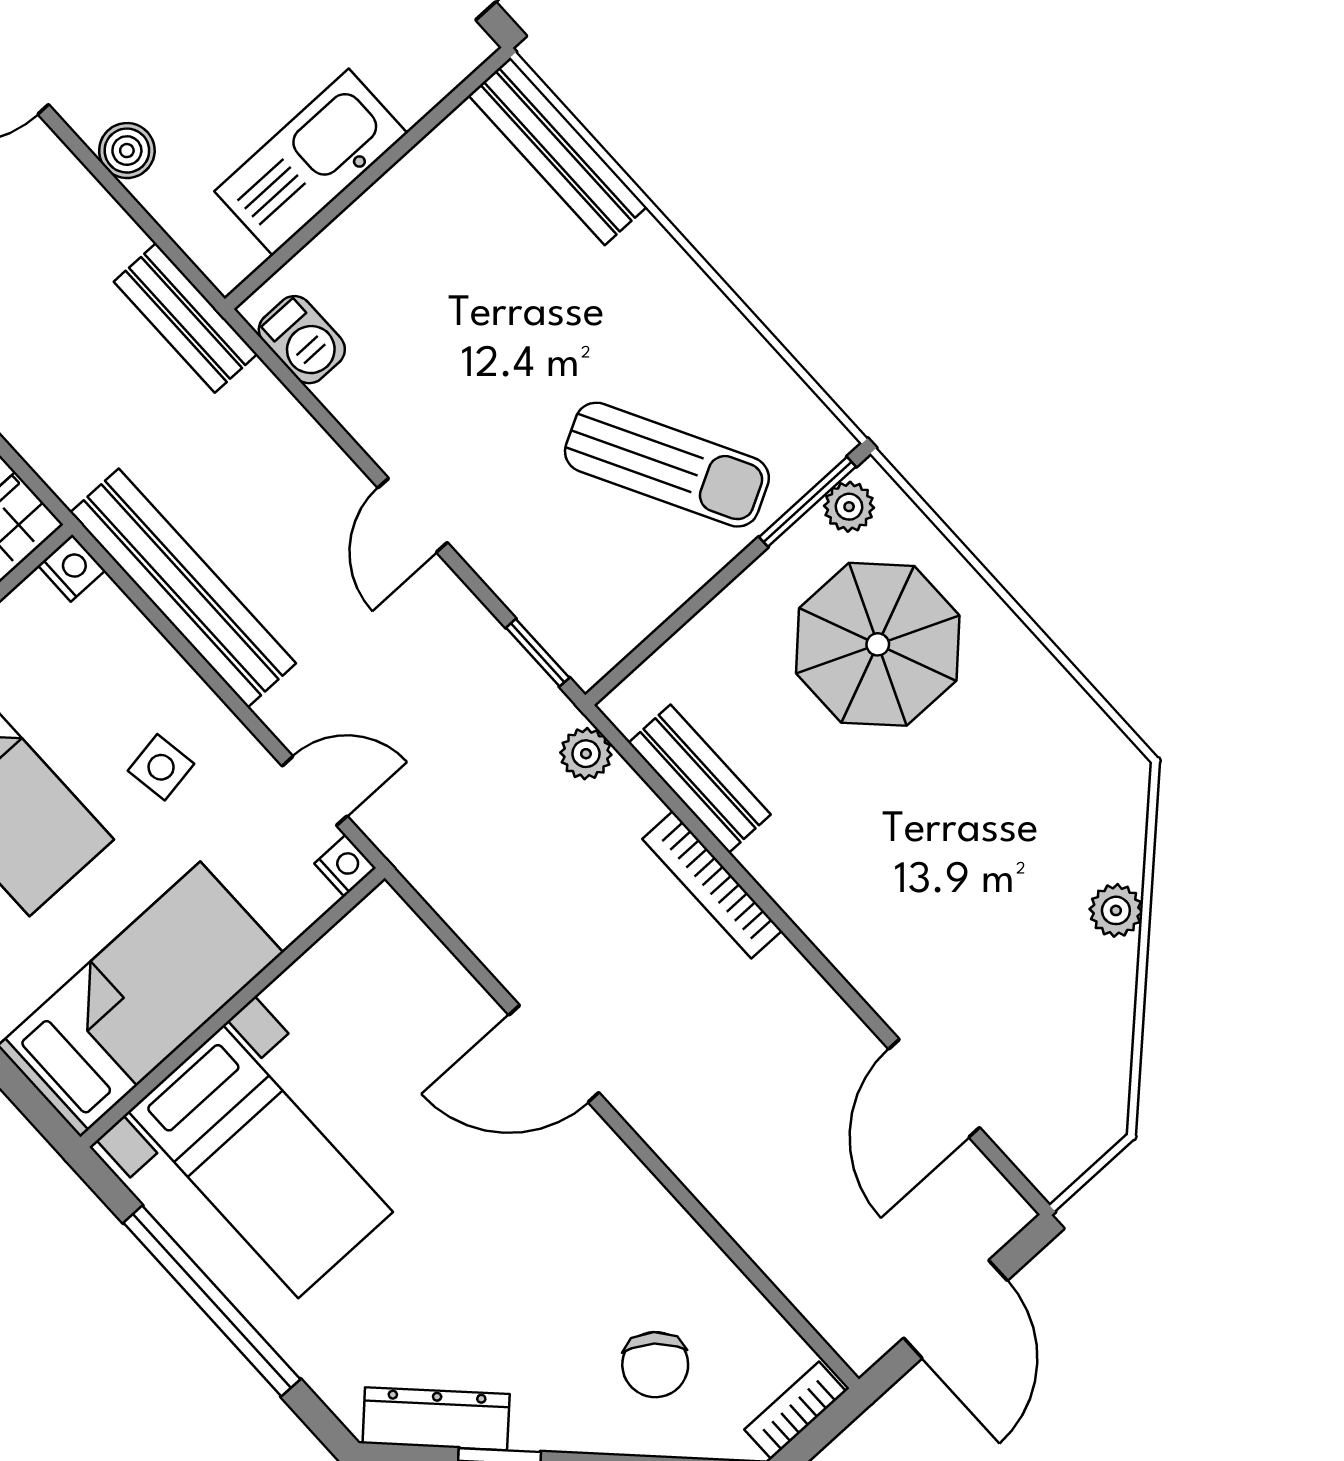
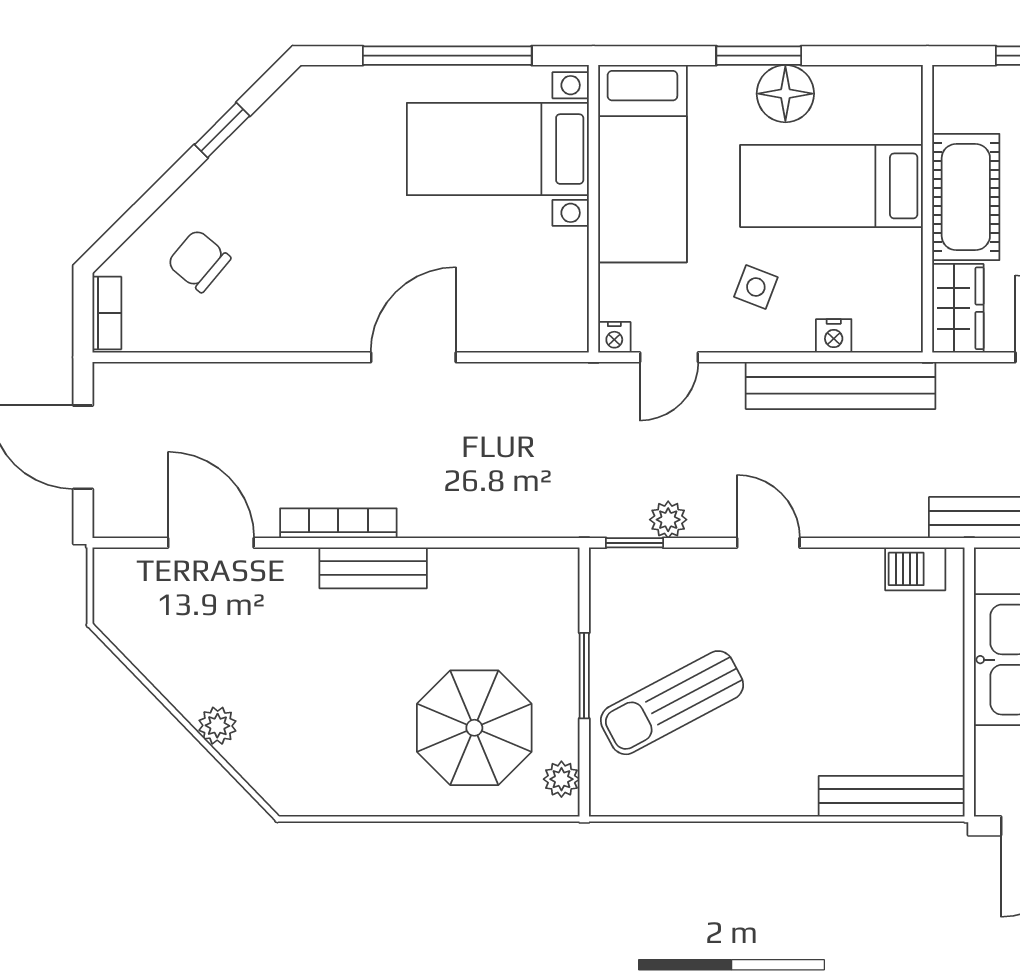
window: (808, 502) -> (584, 676), moved
nightstand: (72, 568) -> (834, 336), moved
plant: (586, 754) -> (668, 520), moved
side table: (161, 767) -> (756, 287), turned 30
bench: (700, 779) -> (373, 568), moved
bookcase: (712, 885) -> (338, 523), moved
dresser: (436, 1419) -> (276, 118), removed

